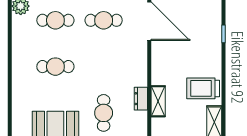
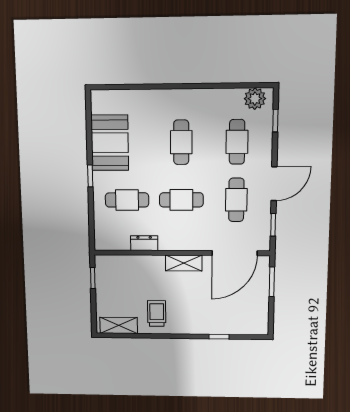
cafe table: (104, 67) -> (181, 200), added
trolley: (203, 88) -> (157, 314), width x0.73, depth x0.72
shelving: (158, 101) -> (184, 263), moved

